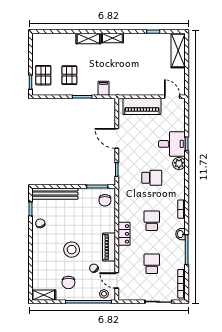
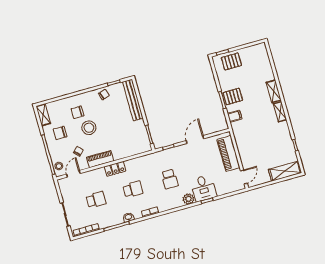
pallet: (69, 75) -> (233, 96), moved
chair: (105, 200) -> (78, 112), moved

